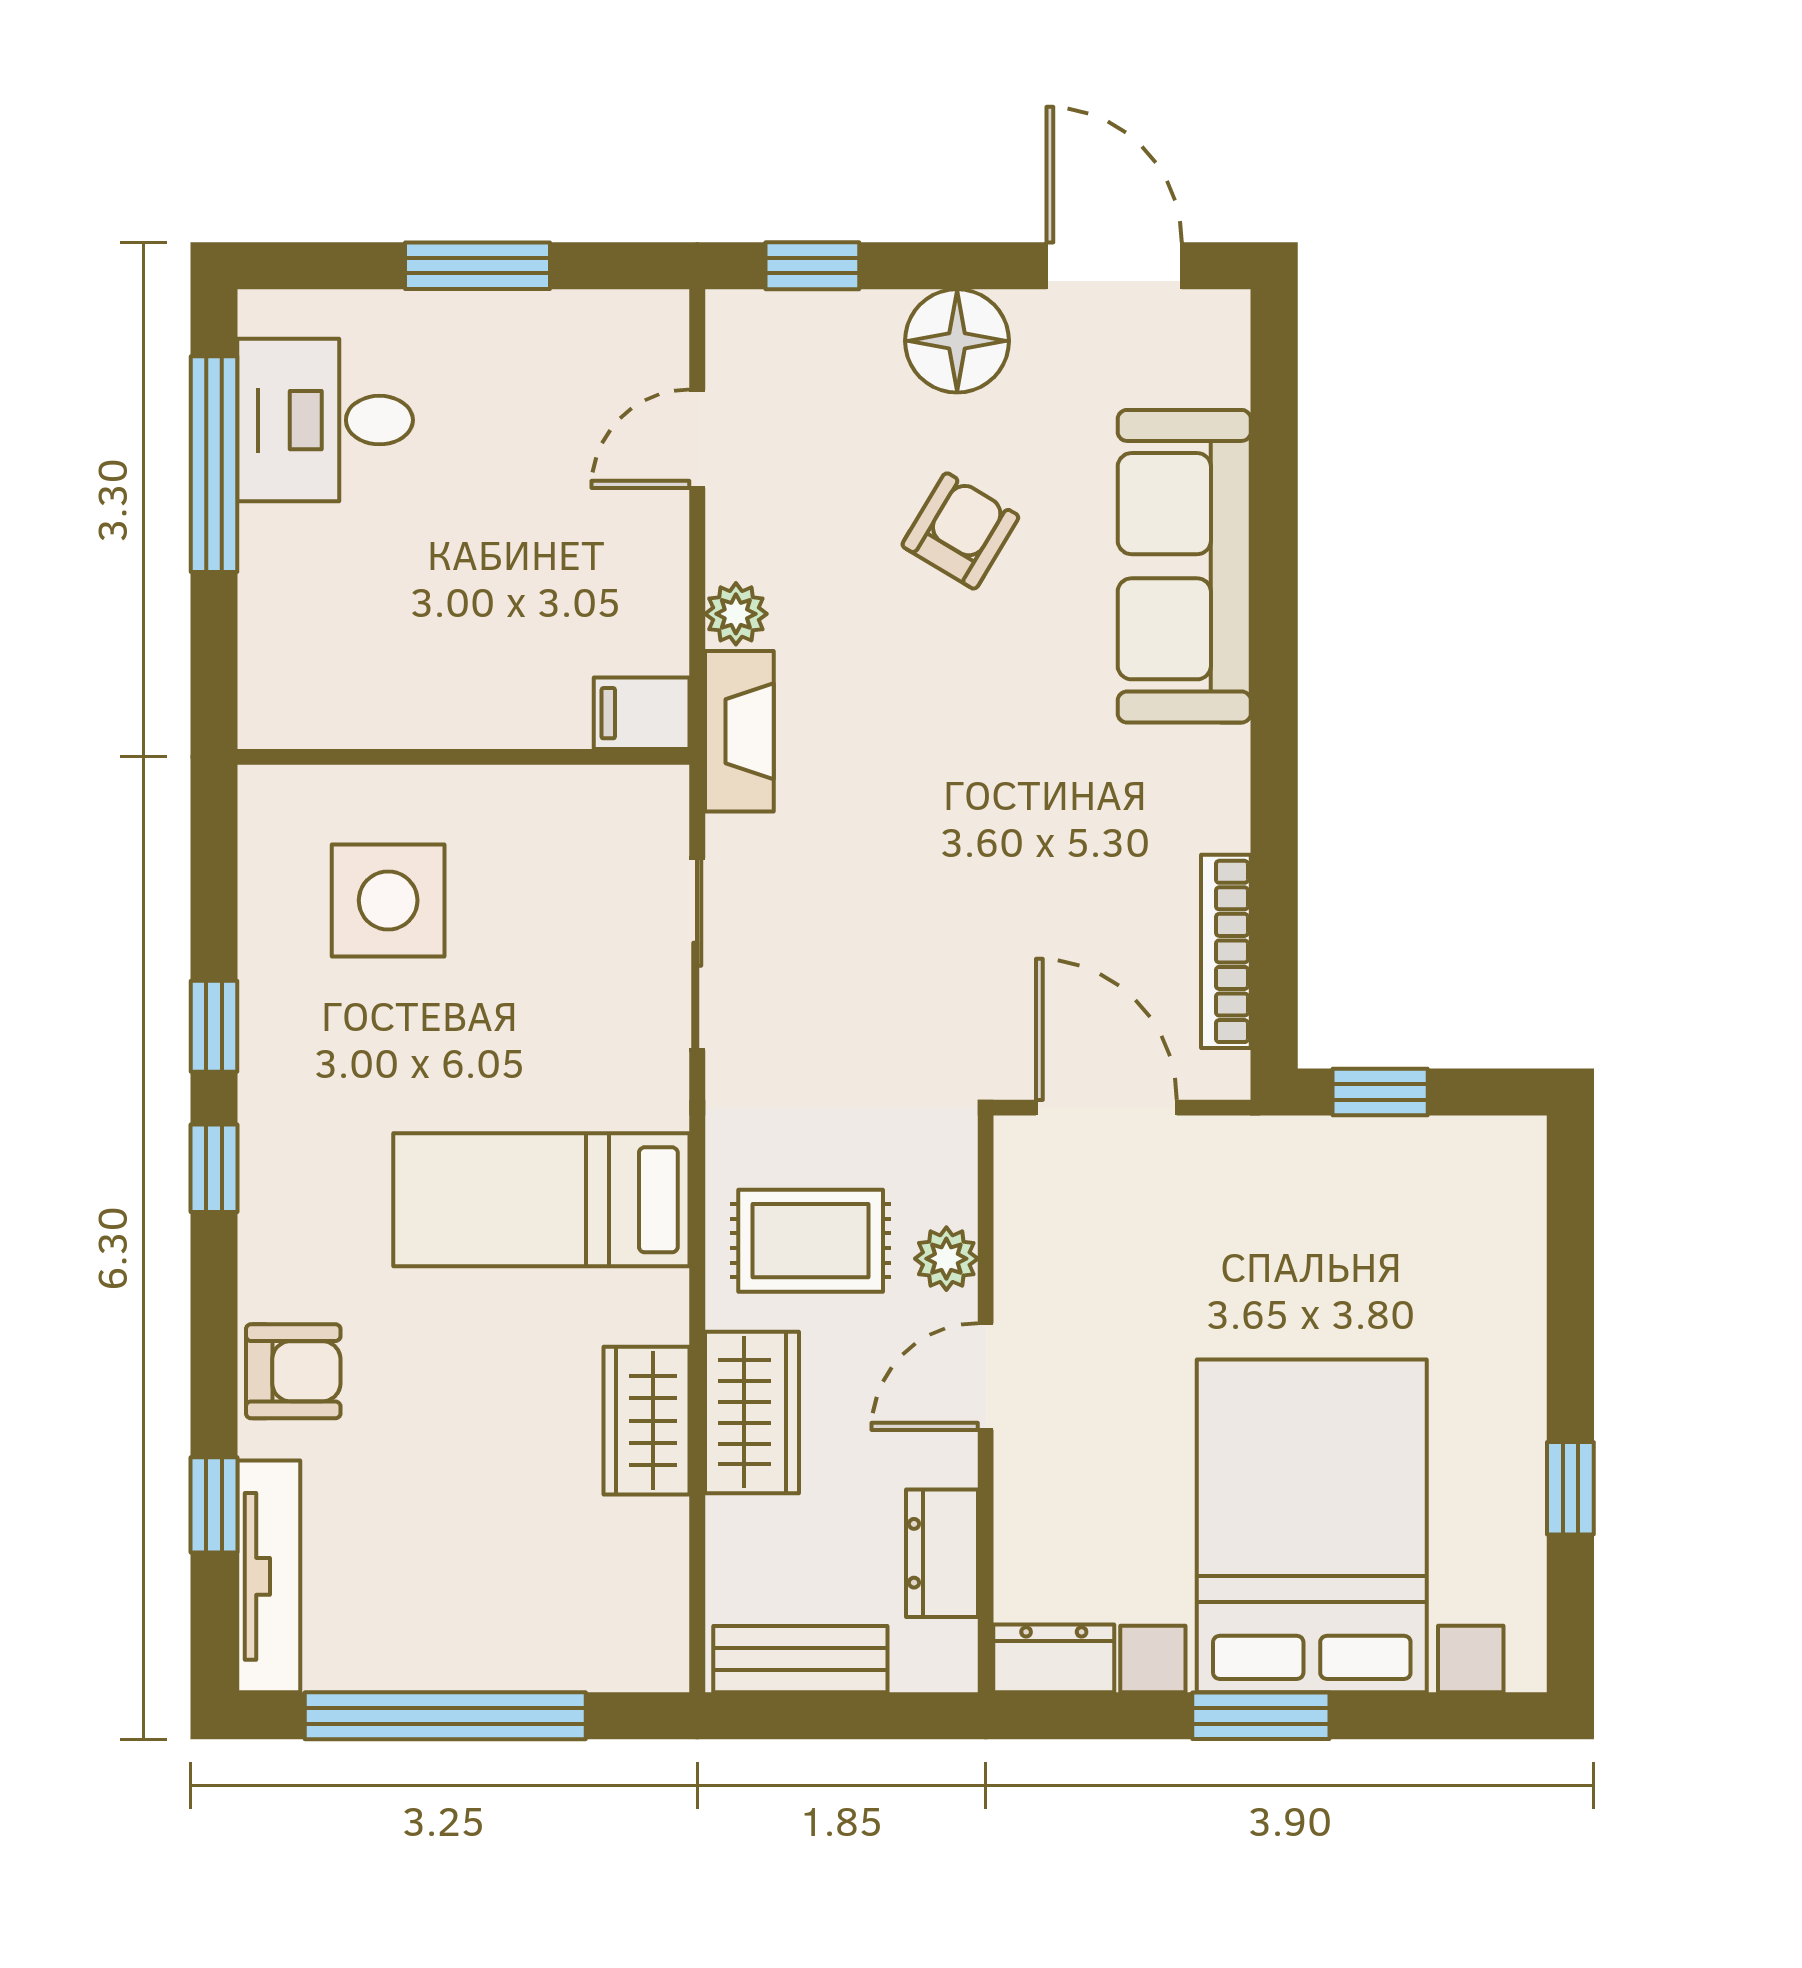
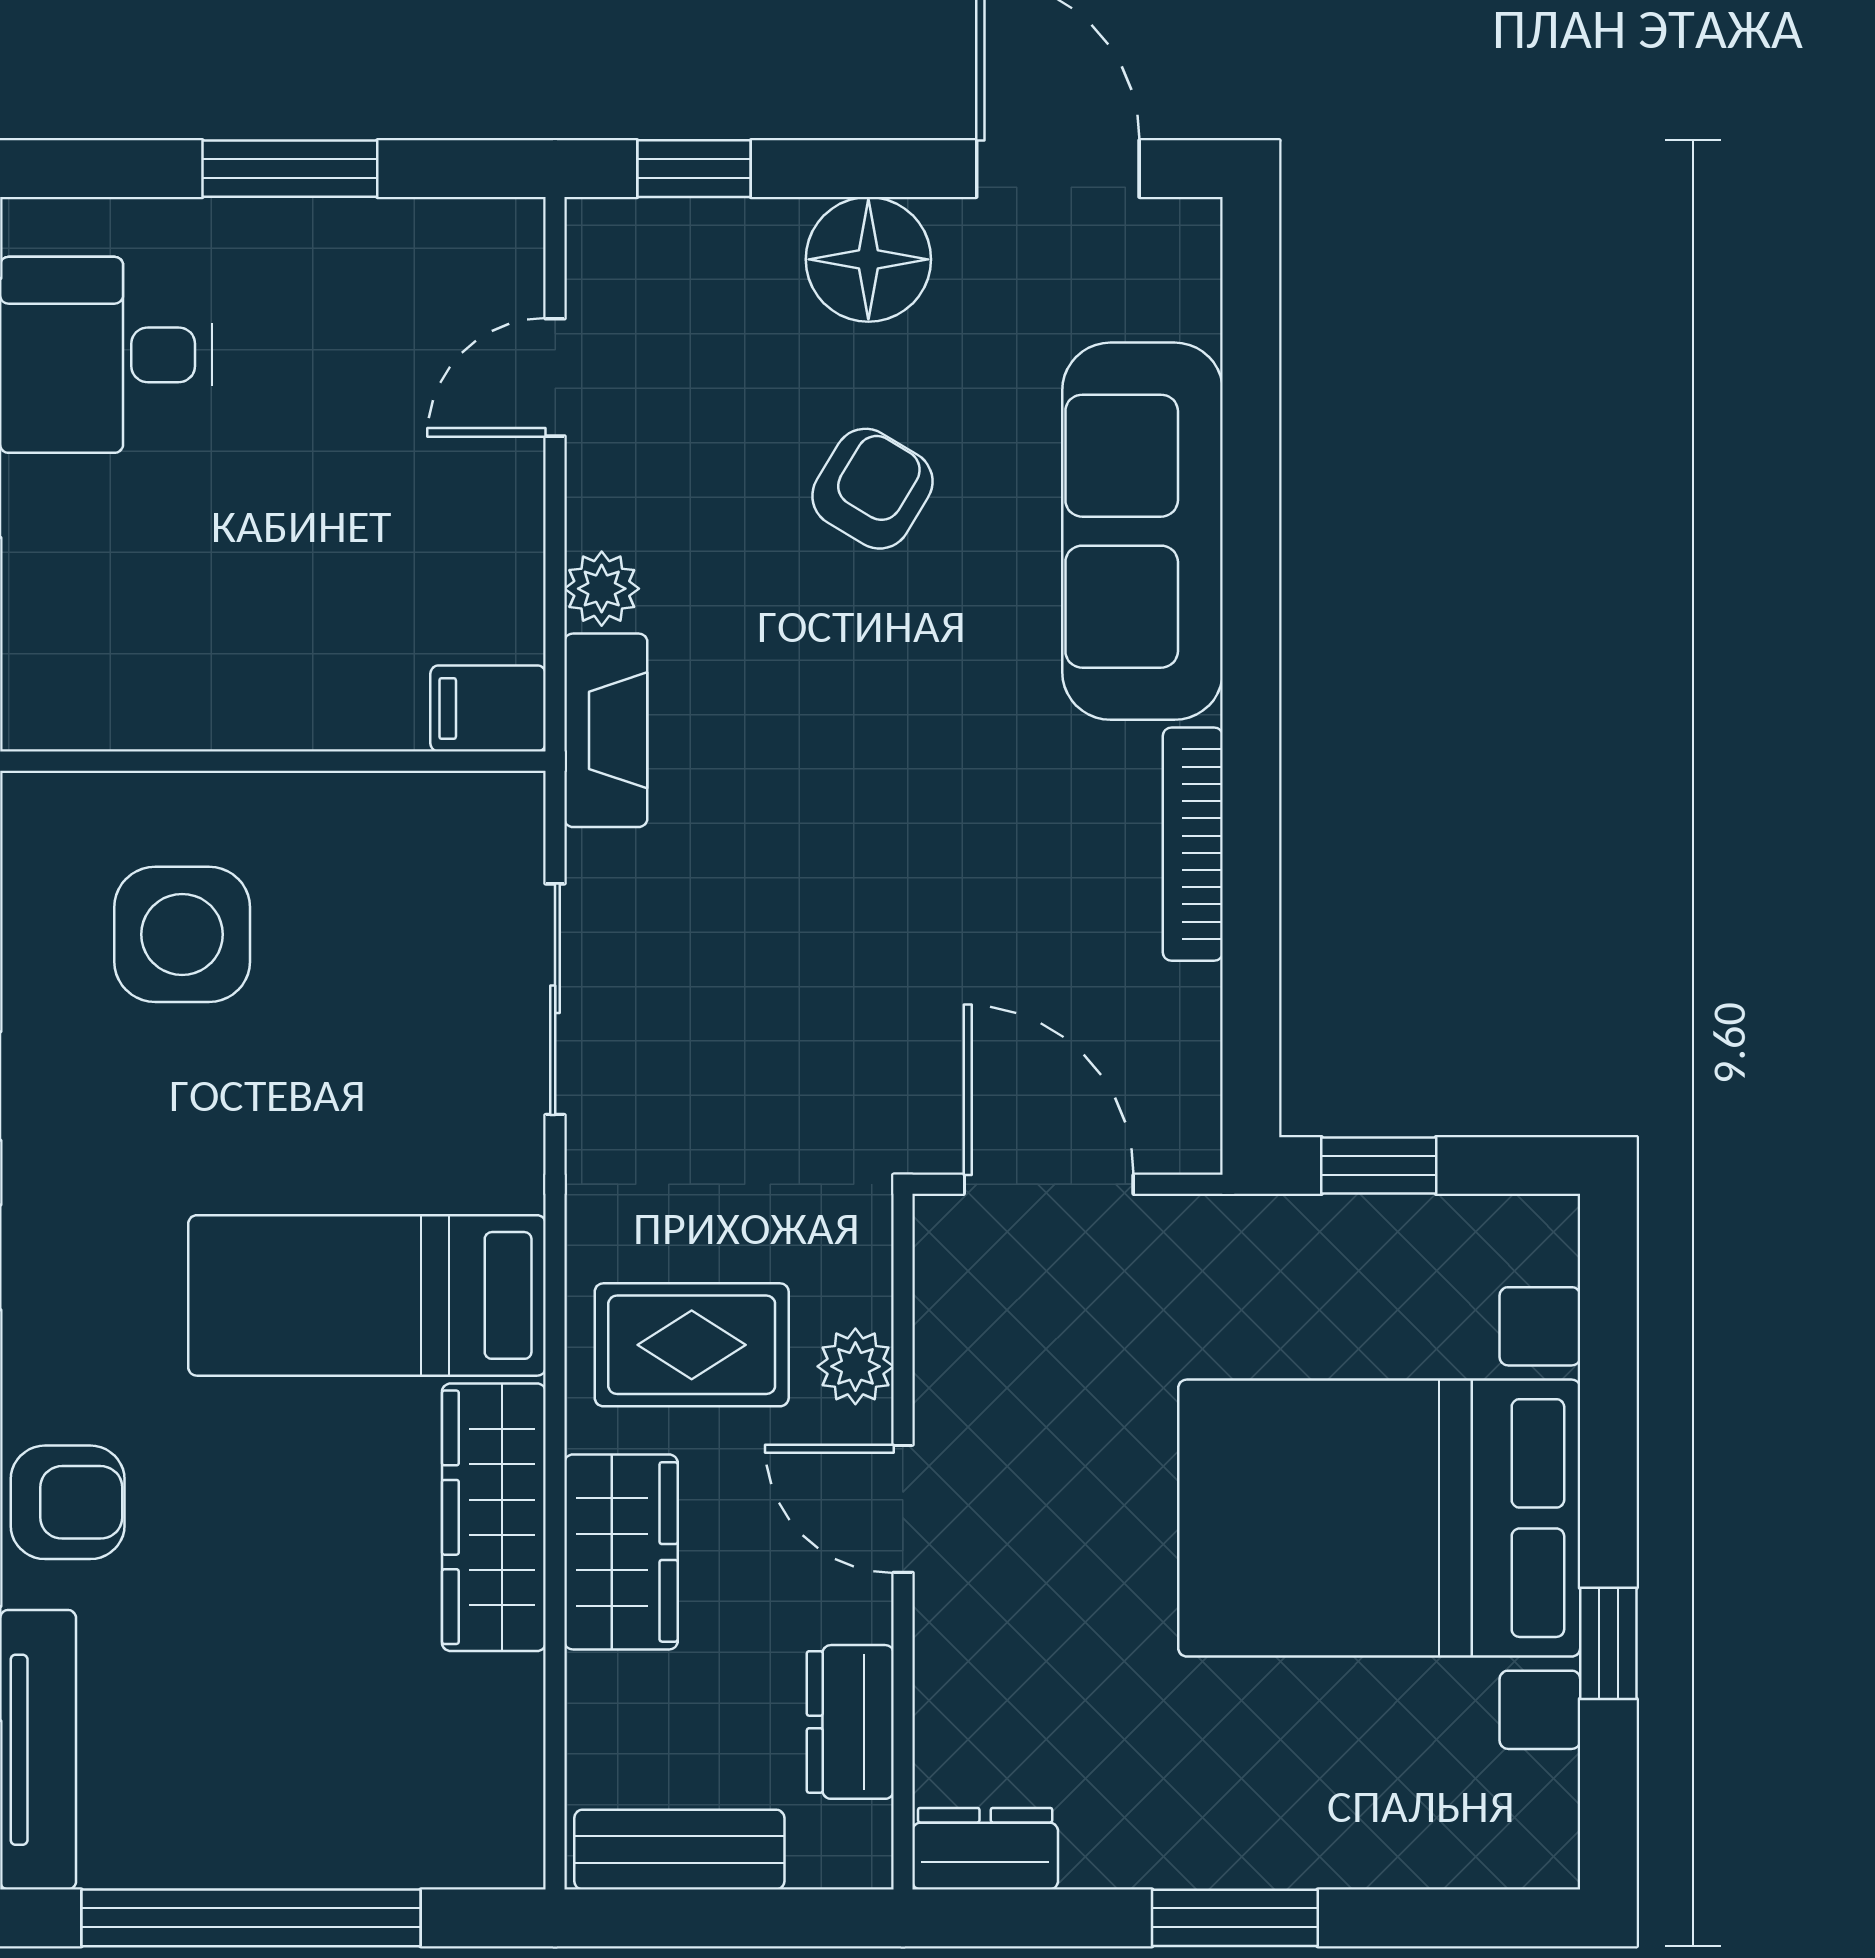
bookcase: (1226, 951) -> (1193, 844), moved
door: (986, 1377) -> (903, 1509), hinge flipped
wardrobe: (647, 1421) -> (494, 1517), width x1.50
bed with nightstands: (1312, 1526) -> (1379, 1518), moved, turned -90

